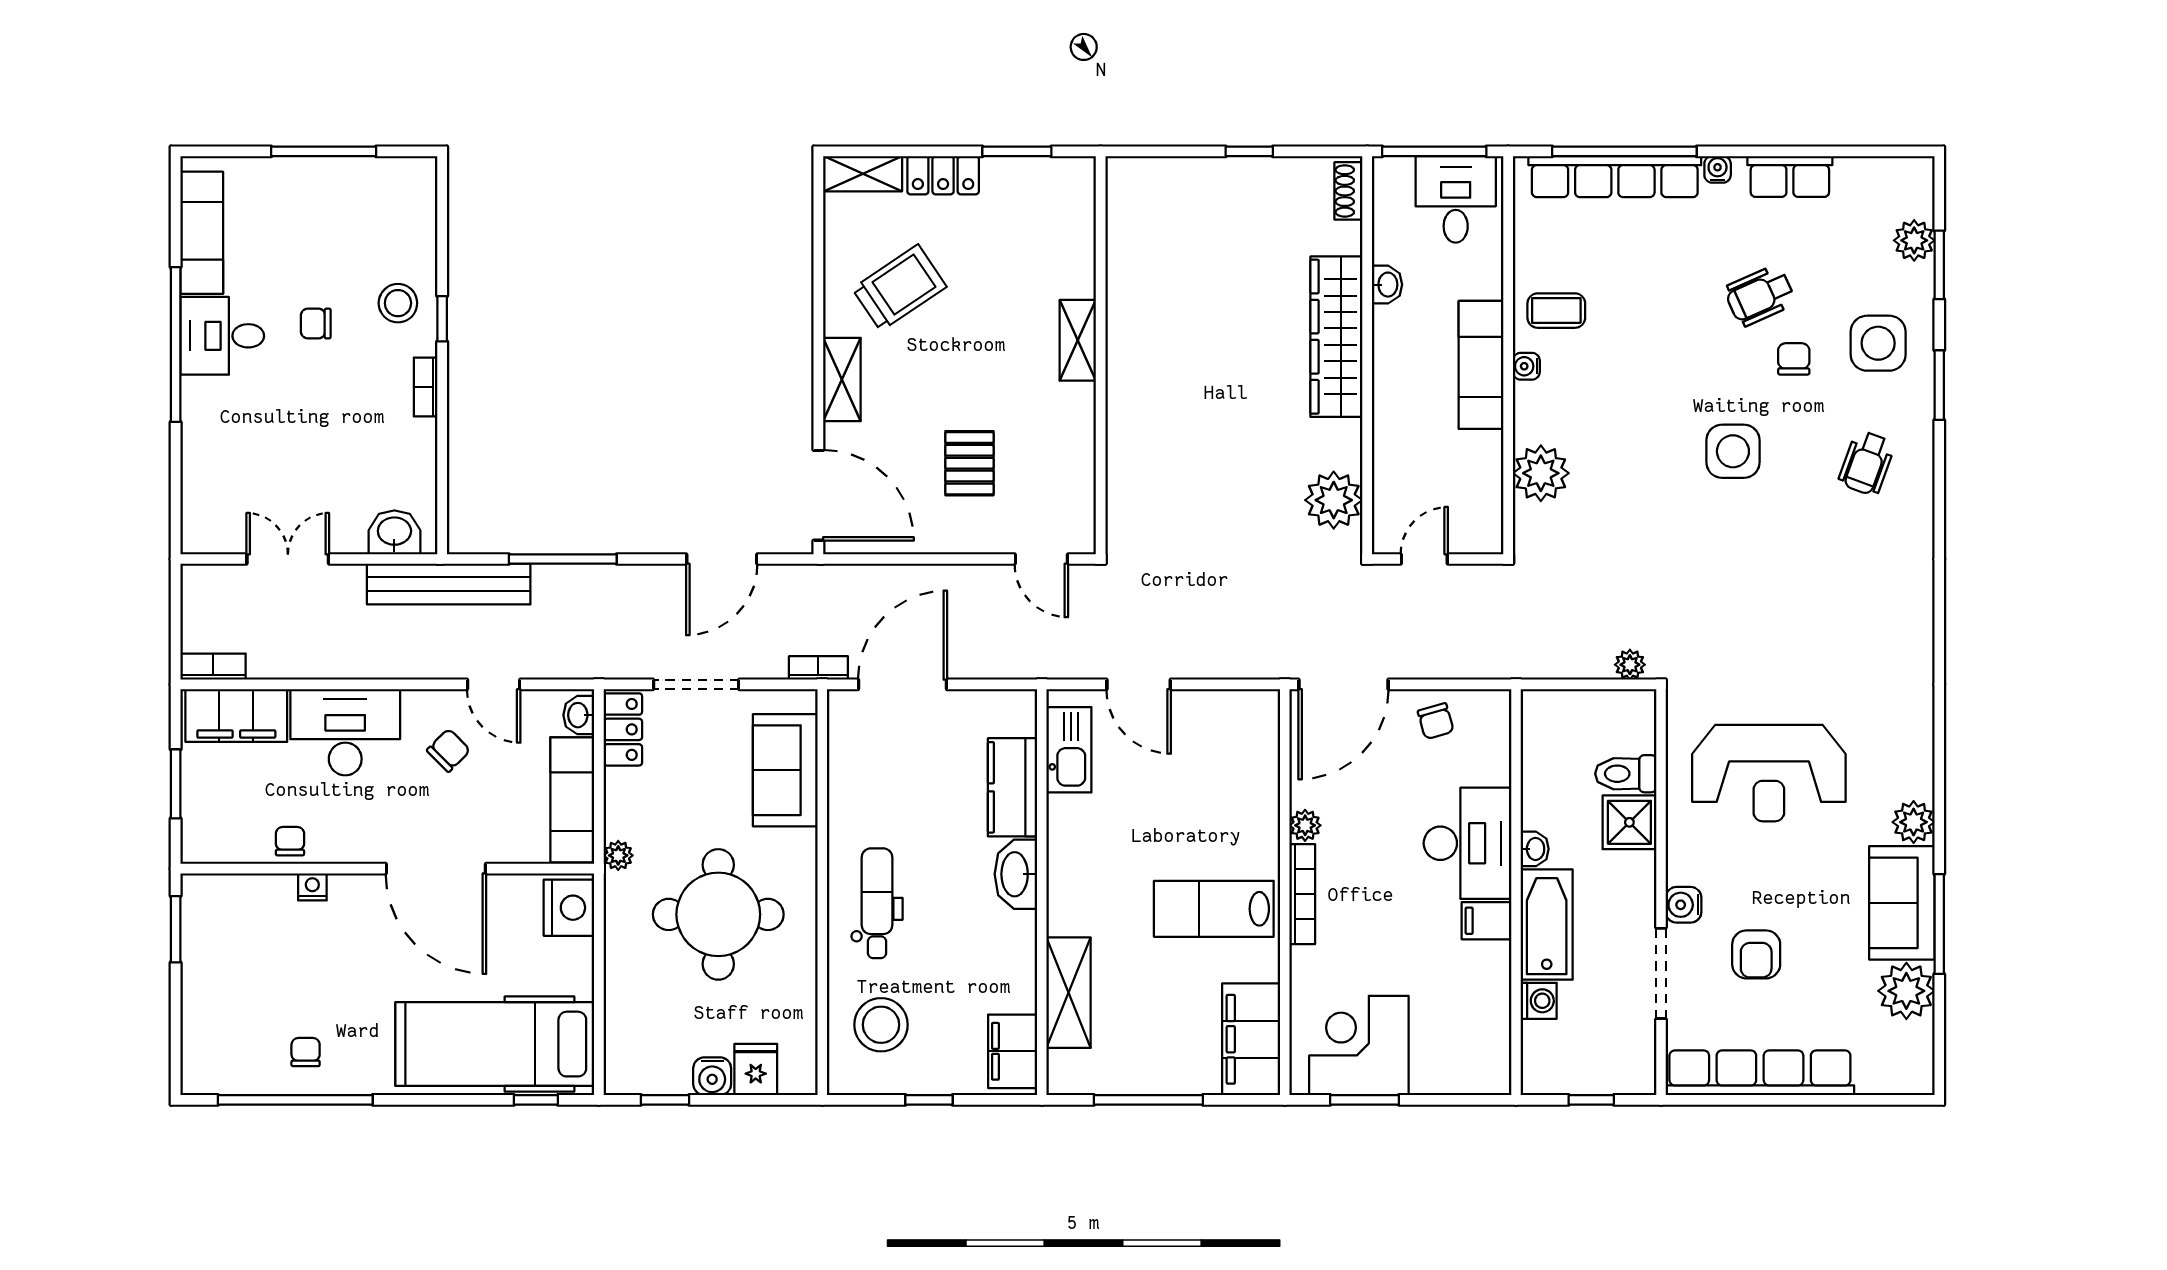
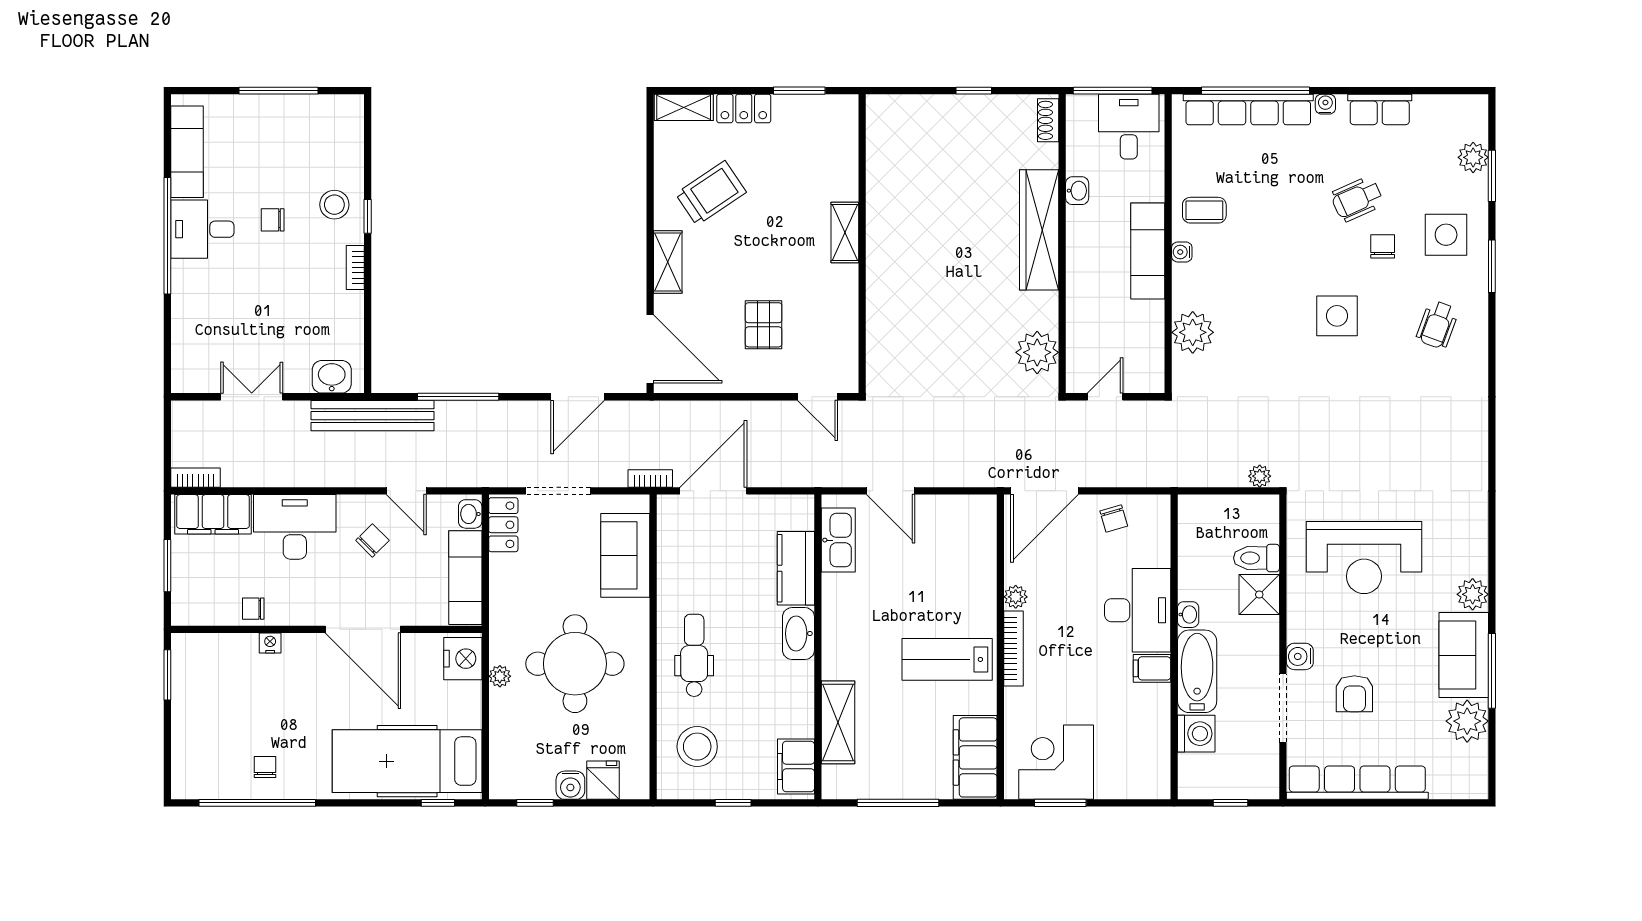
chair: (290, 841) -> (253, 609), turned -90
plant: (618, 855) -> (500, 676), moved
washing machine: (1539, 1001) -> (1196, 734), width x1.38, depth x1.38

